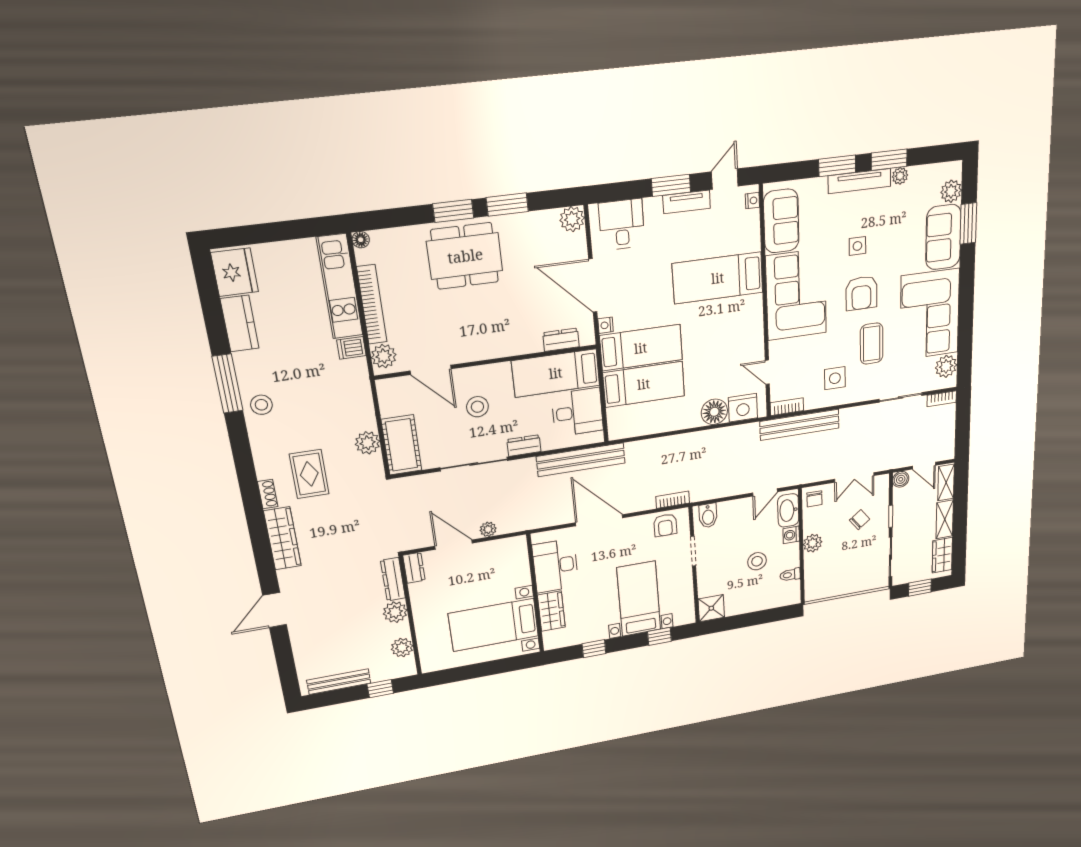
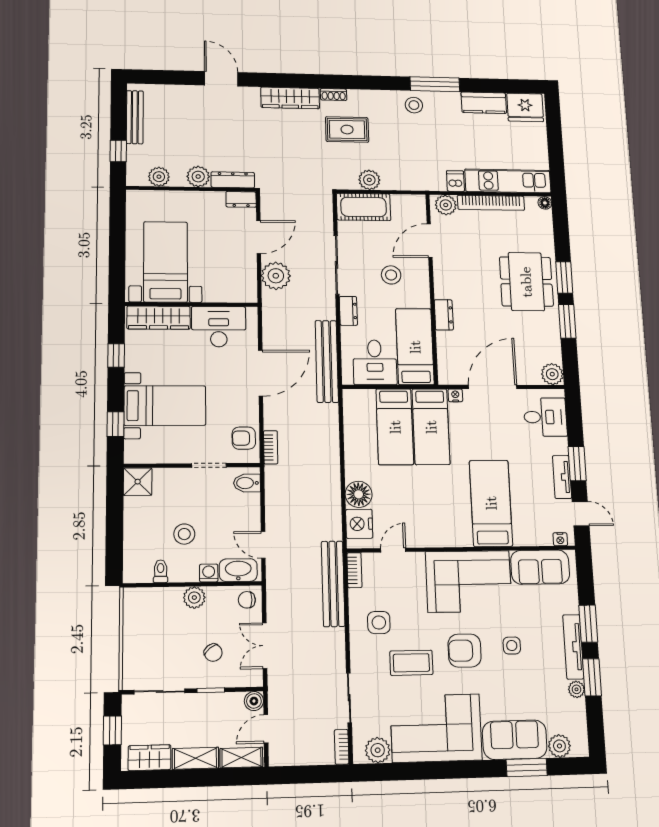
dresser: (561, 340) -> (444, 315), moved
plant: (488, 529) -> (276, 276), width x1.88, depth x1.88
wardrobe: (551, 611) -> (159, 318), width x1.50

